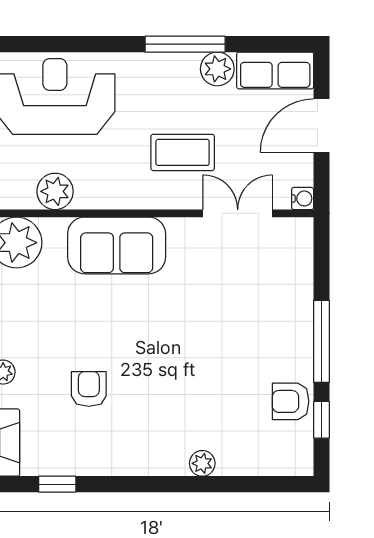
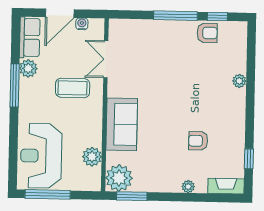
door: (322, 126) -> (60, 13), hinge flipped
coffee table: (183, 152) -> (73, 88), turned 90
water cooler: (303, 198) -> (82, 24), moved
armchair: (291, 401) -> (207, 33), turned -90

